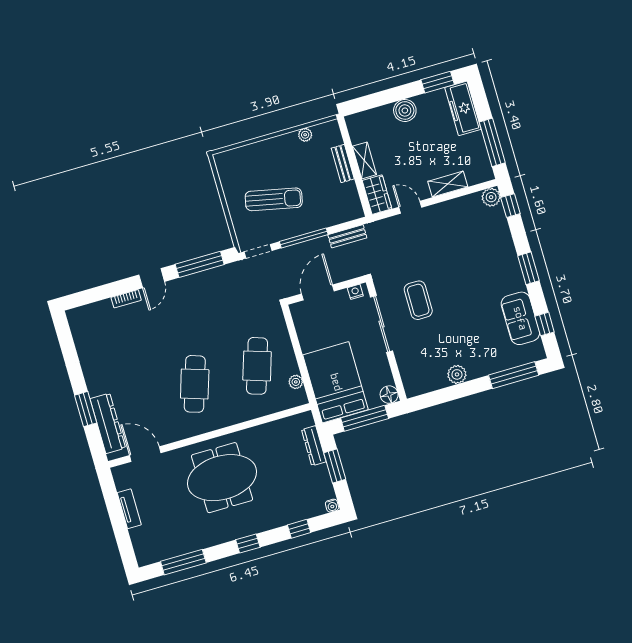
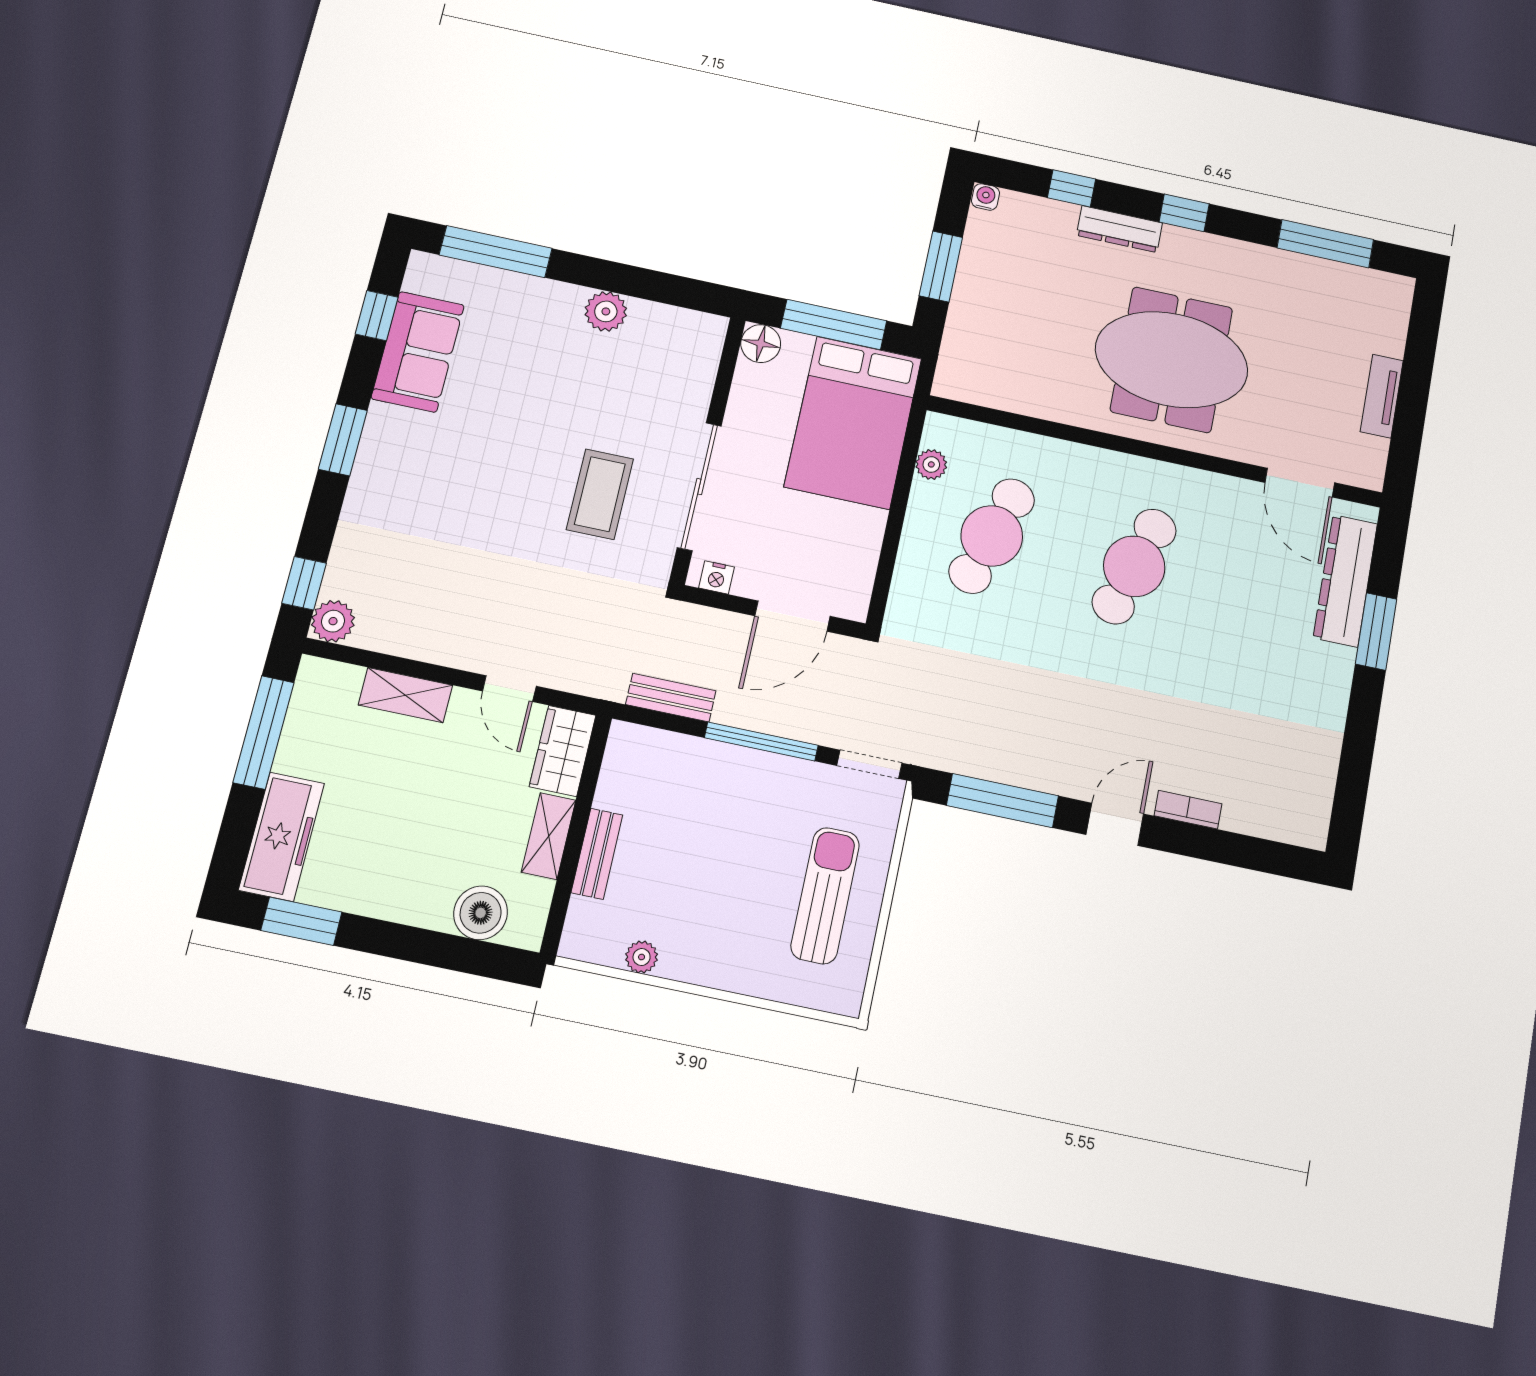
boiler: (405, 110) -> (481, 913), moved
sun lounger: (274, 199) -> (825, 895), moved, turned 78
dresser: (314, 446) -> (1119, 229), moved, turned 90

